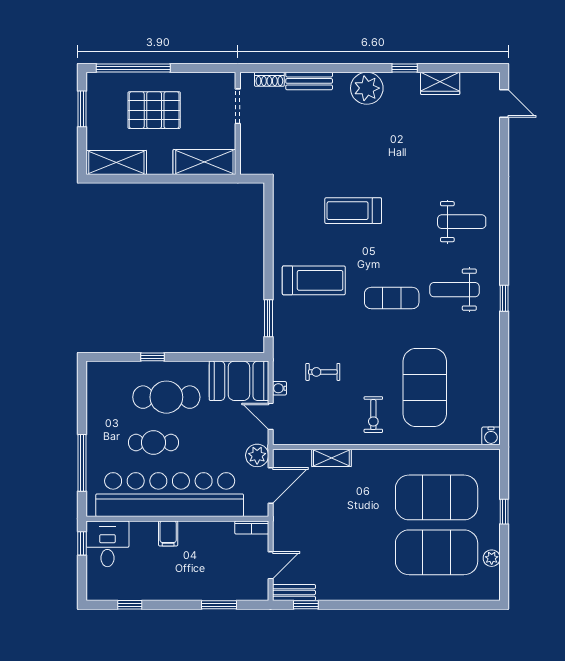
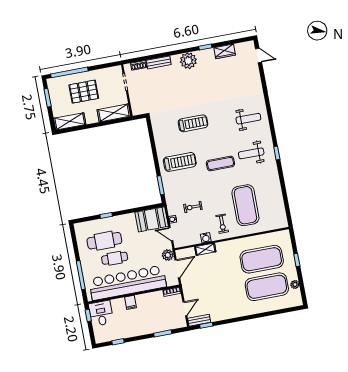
treadmill: (353, 211) -> (193, 123), turned 180
cafe table: (166, 397) -> (104, 241), moved
water cooler: (491, 436) -> (206, 238), moved

